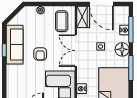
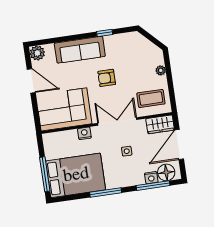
sofa: (15, 45) -> (80, 50), moved
floor lamp: (122, 49) -> (166, 172), moved
nightstand: (82, 89) -> (84, 133), moved

